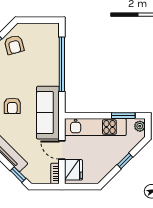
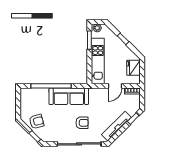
sofa: (48, 113) -> (69, 96), moved
fridge: (73, 170) -> (134, 68), moved, turned -90

